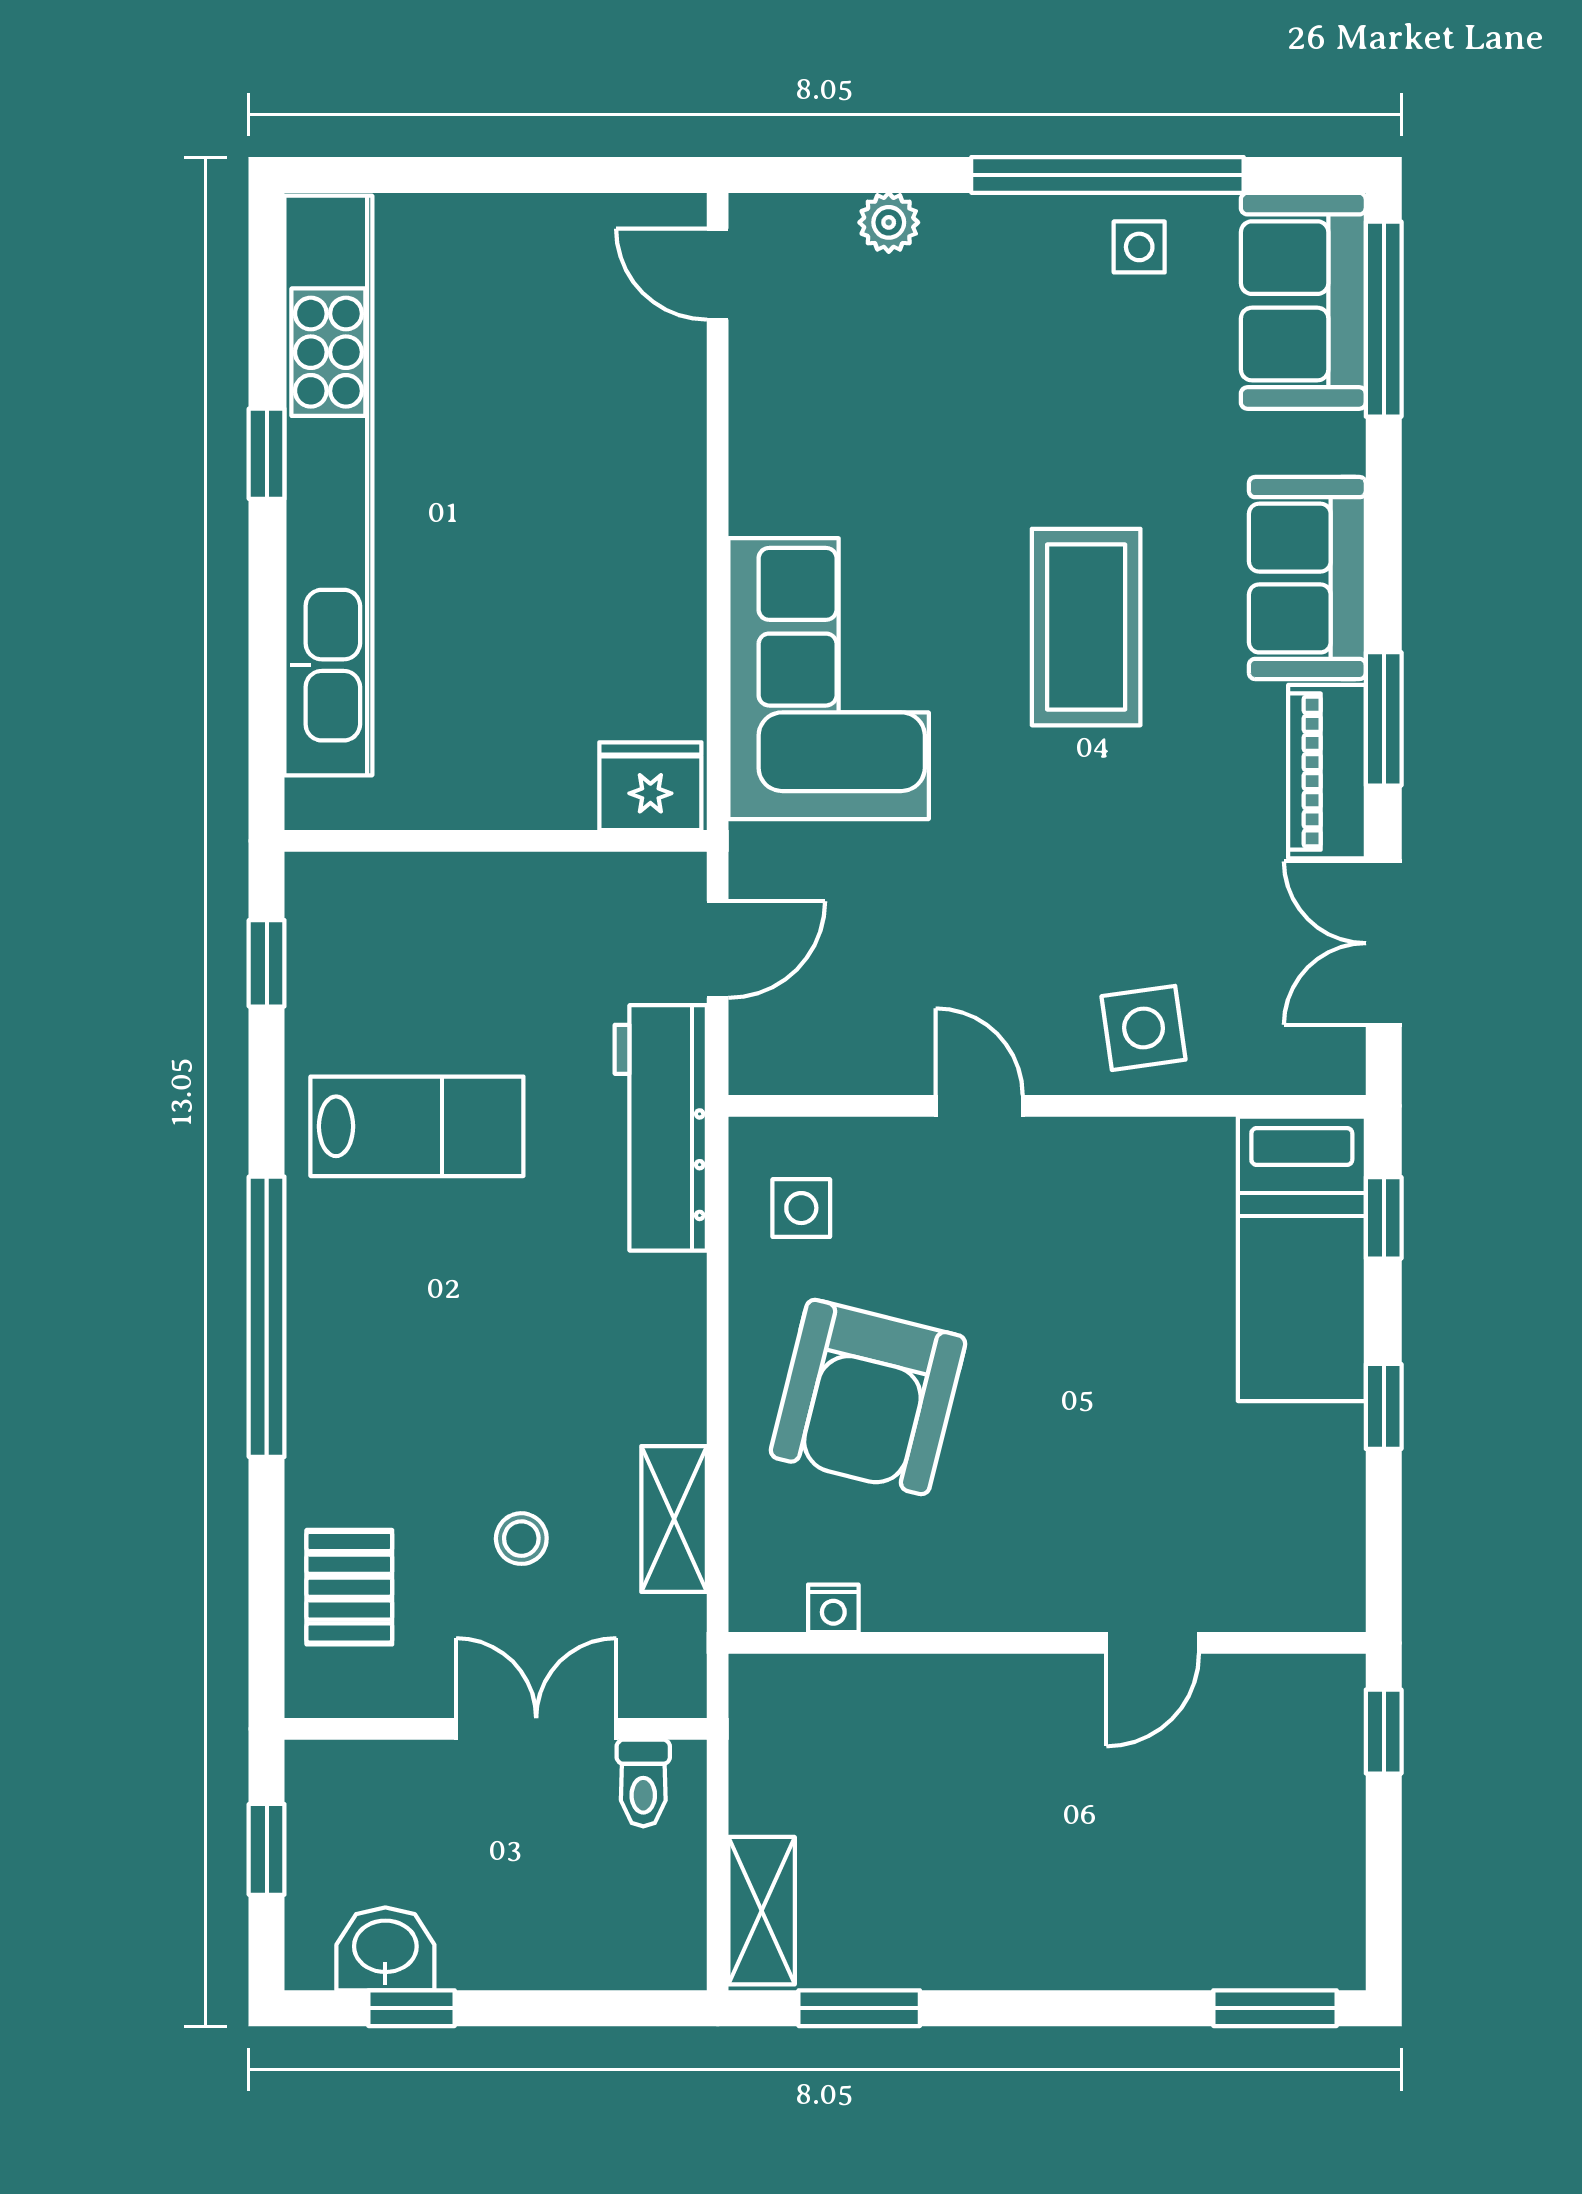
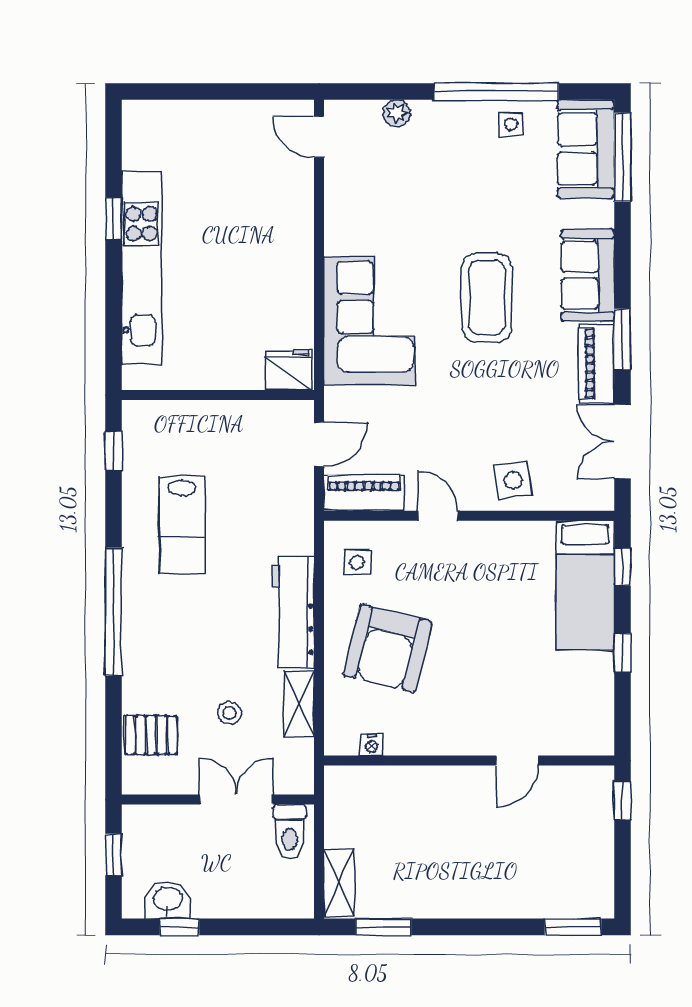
kitchen unit: (328, 485) -> (142, 268), width x0.73
piano: (816, 1056) -> (364, 493), added
lab bench: (417, 1126) -> (182, 525), turned 90
workbench: (661, 1128) -> (293, 612), moved
pallet: (349, 1587) -> (151, 735), turned 90
toilet: (643, 1783) -> (290, 832), width x1.37, depth x1.39

